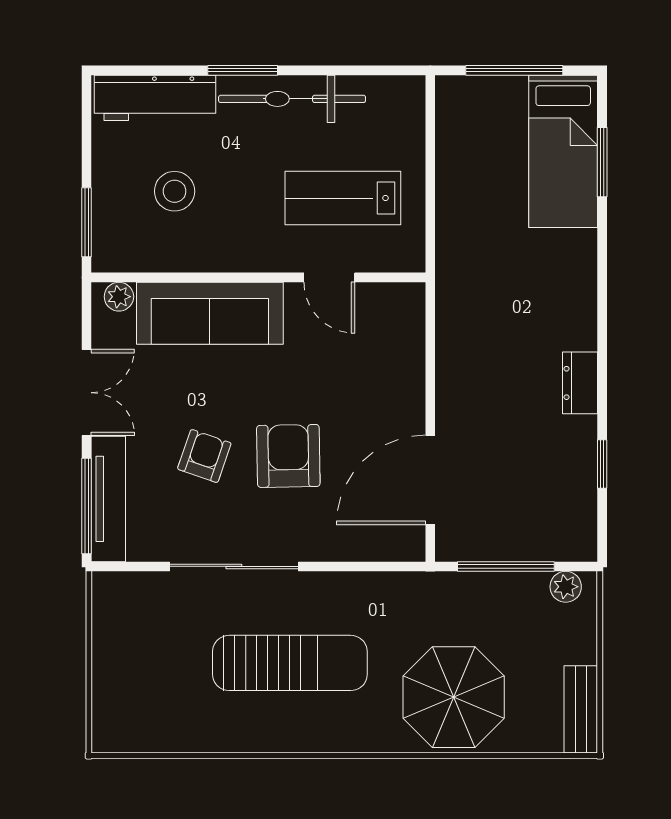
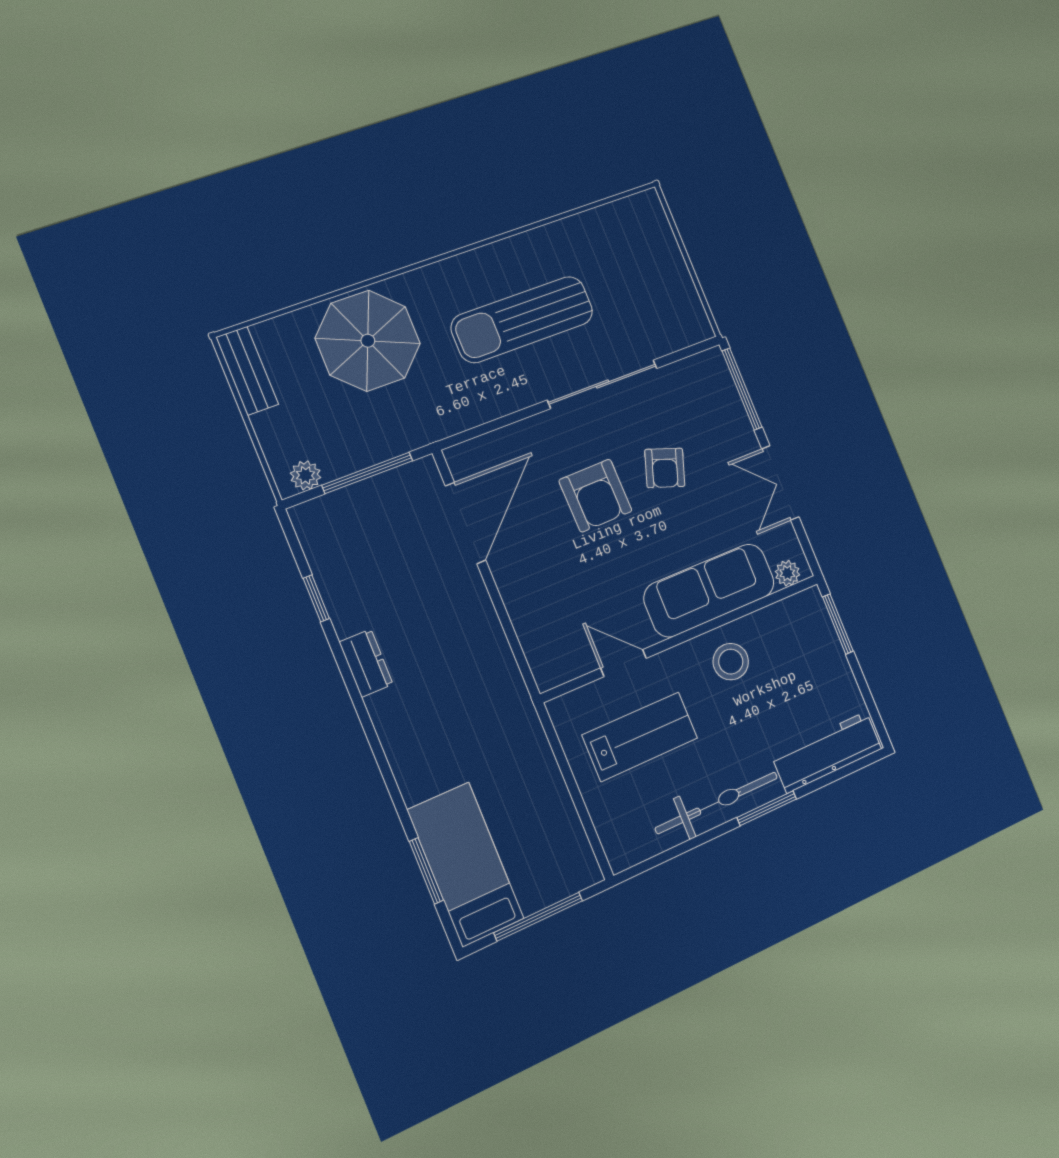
stool: (175, 191) -> (731, 662), moved
tv unit: (108, 499) -> (727, 402), removed

